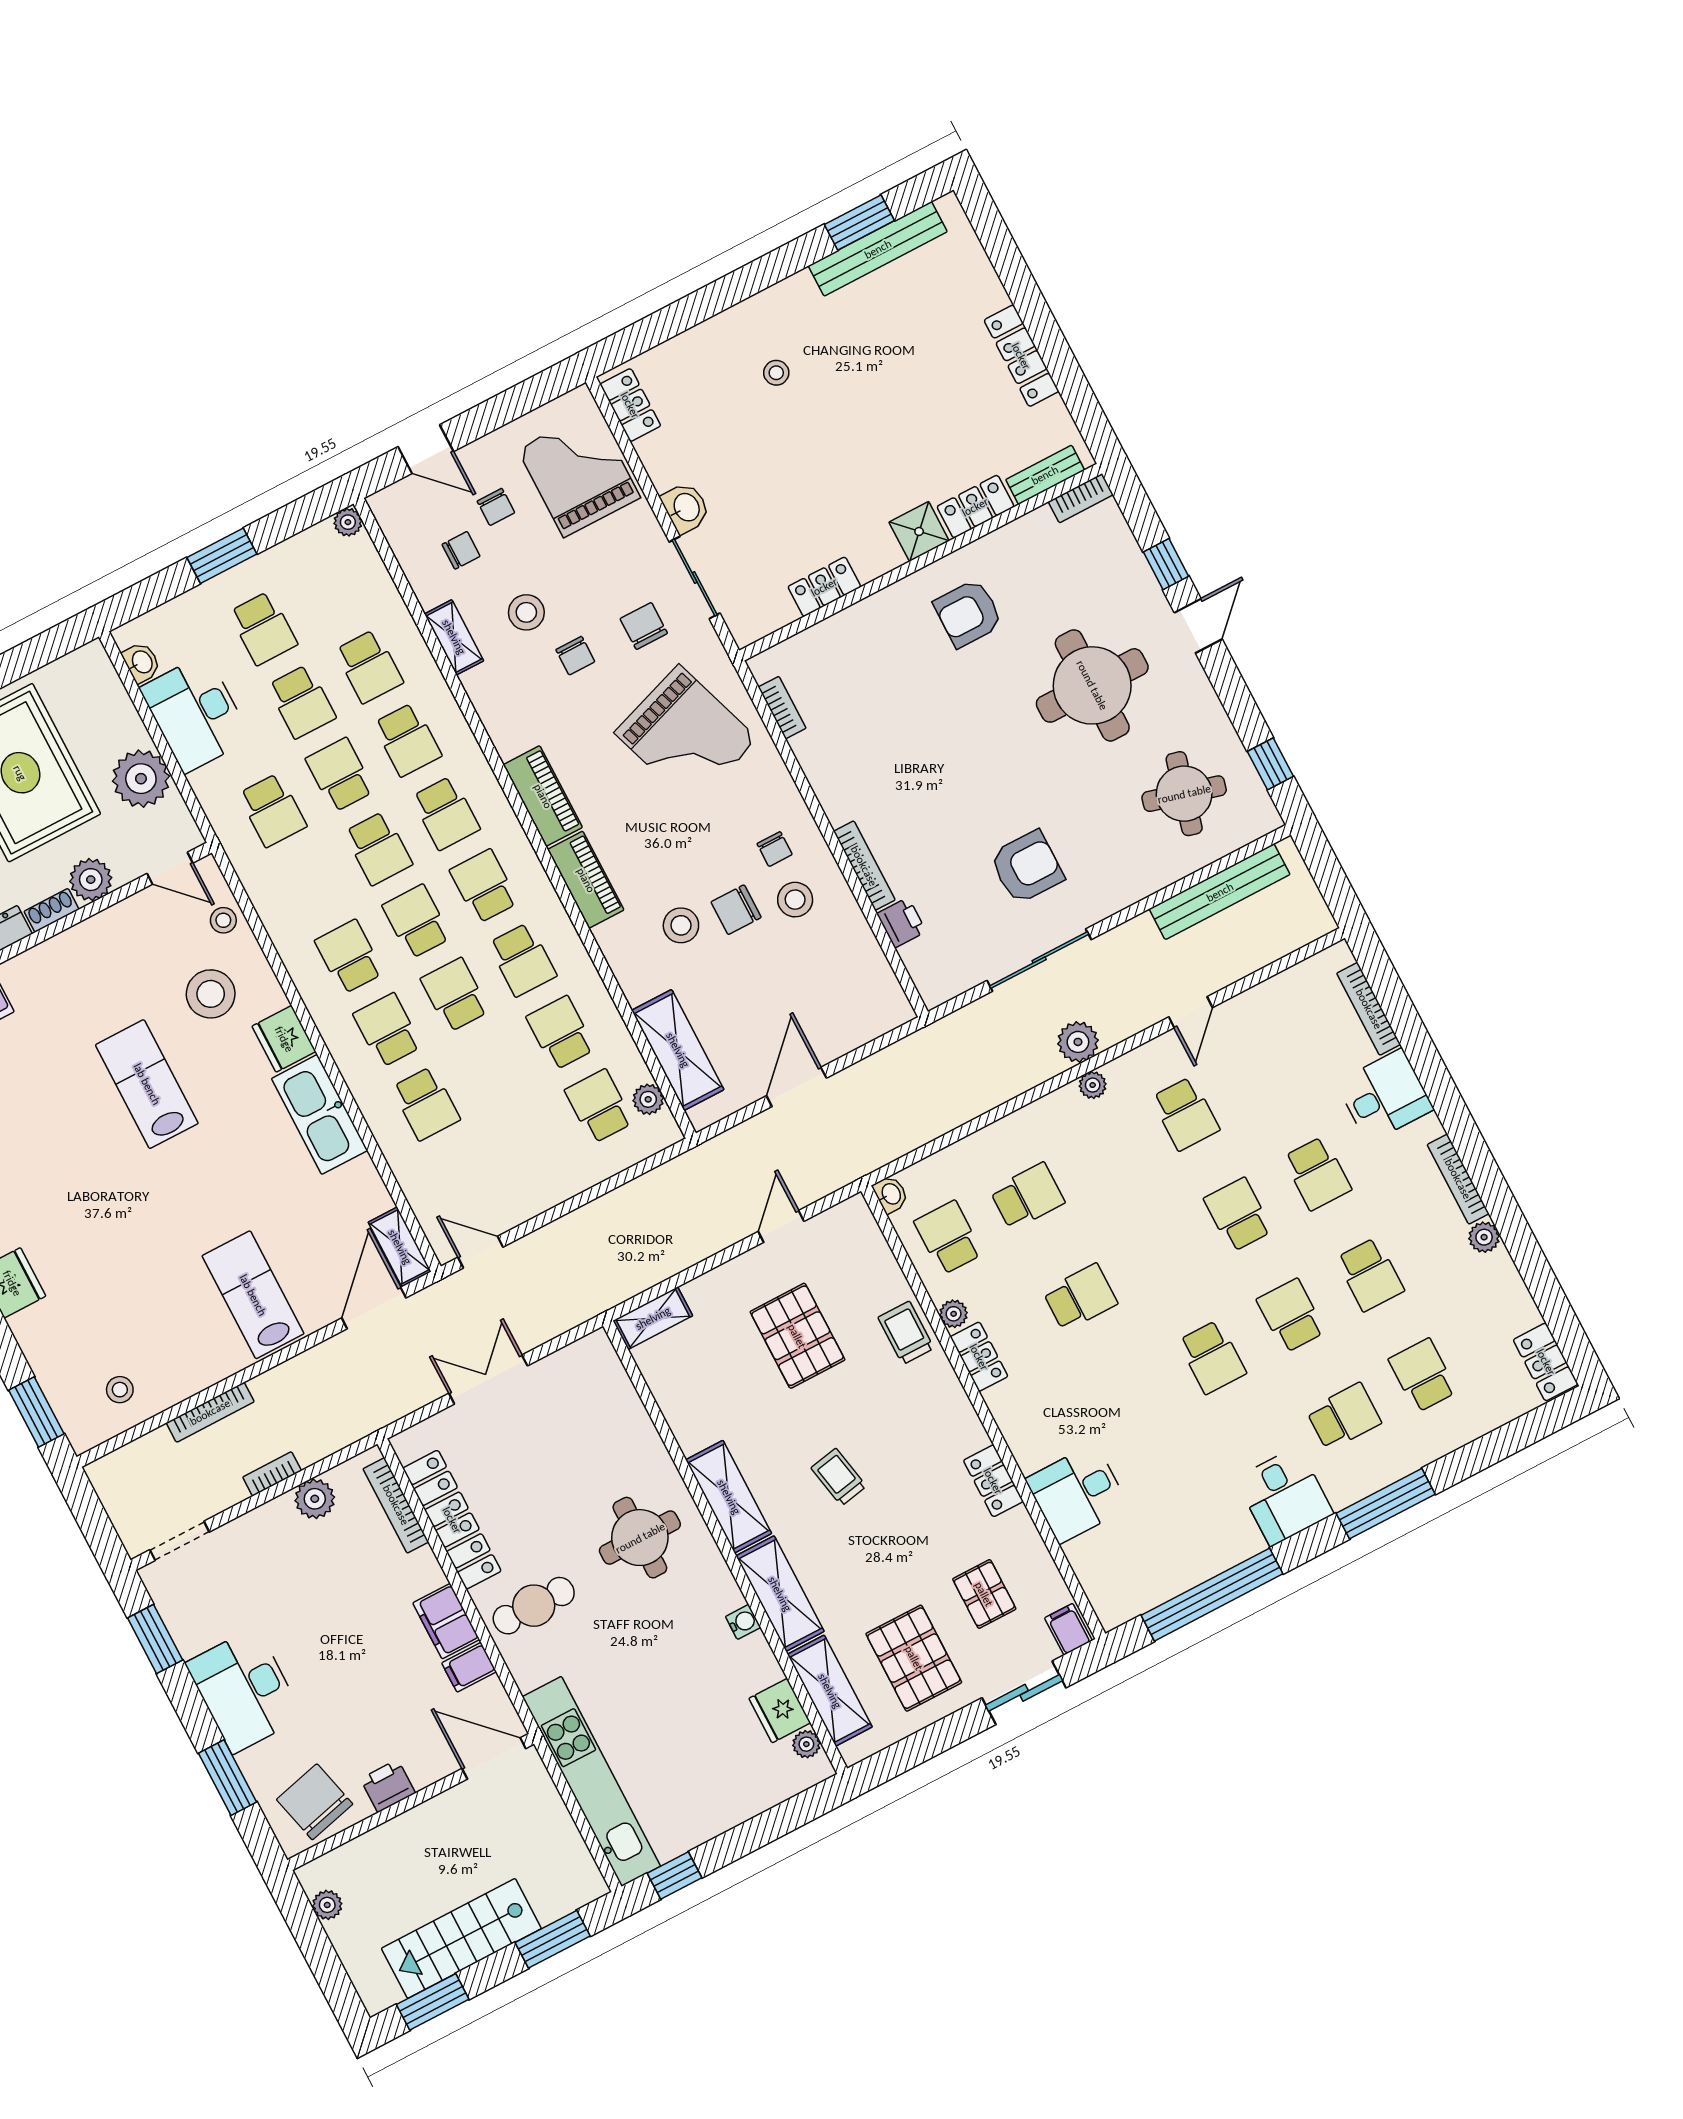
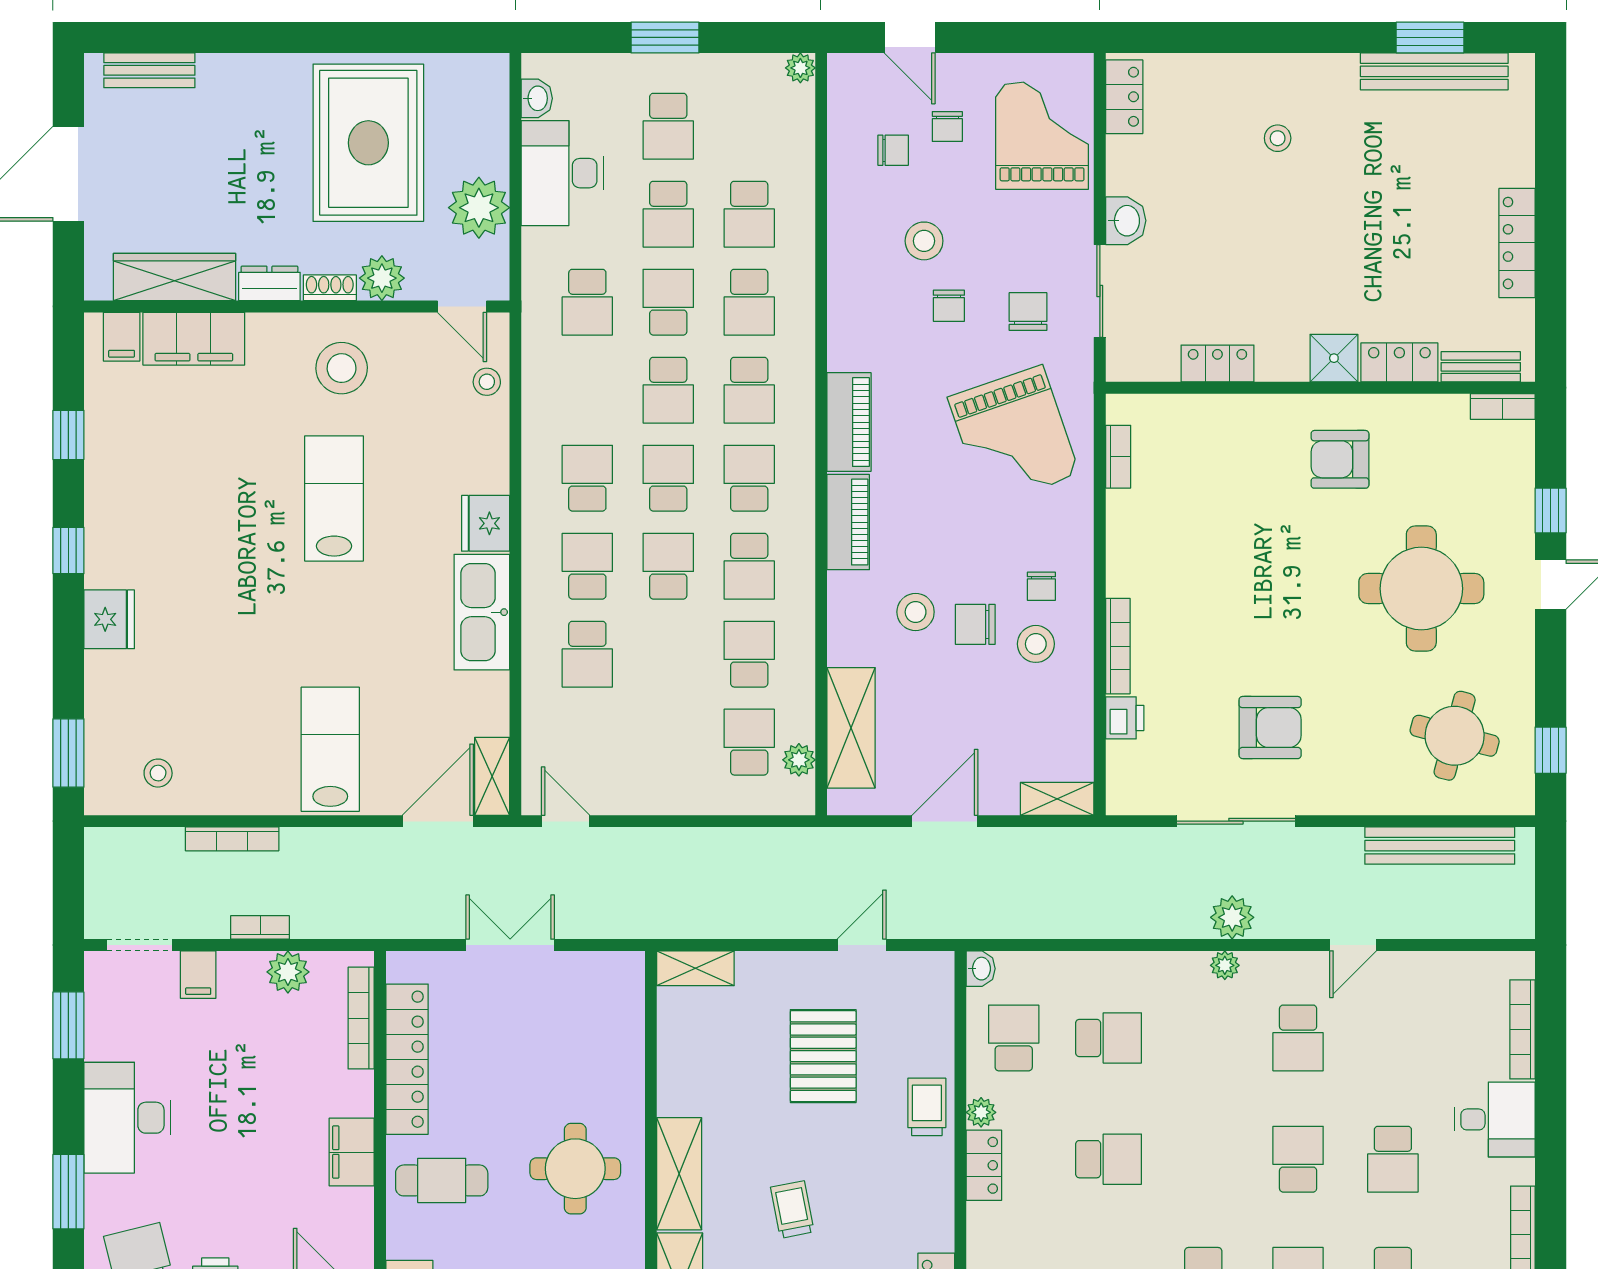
shelving: (454, 637) -> (1057, 799), moved, turned 90
stool: (211, 994) -> (342, 368), moved
filing cabinet: (469, 1667) -> (198, 975), moved, turned -90

